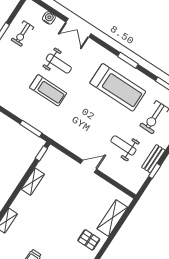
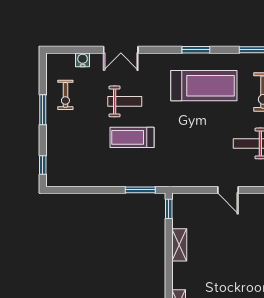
treadmill: (48, 90) -> (132, 137), turned 180
door: (89, 166) -> (228, 190), swing flipped

